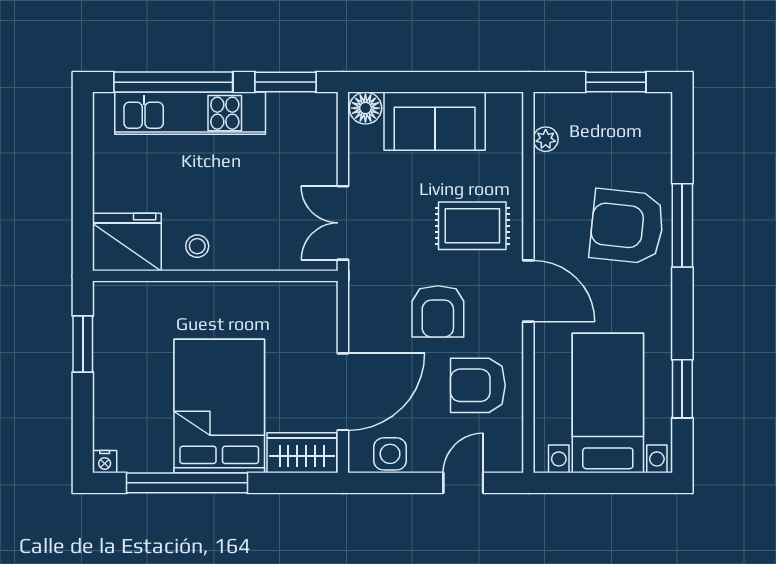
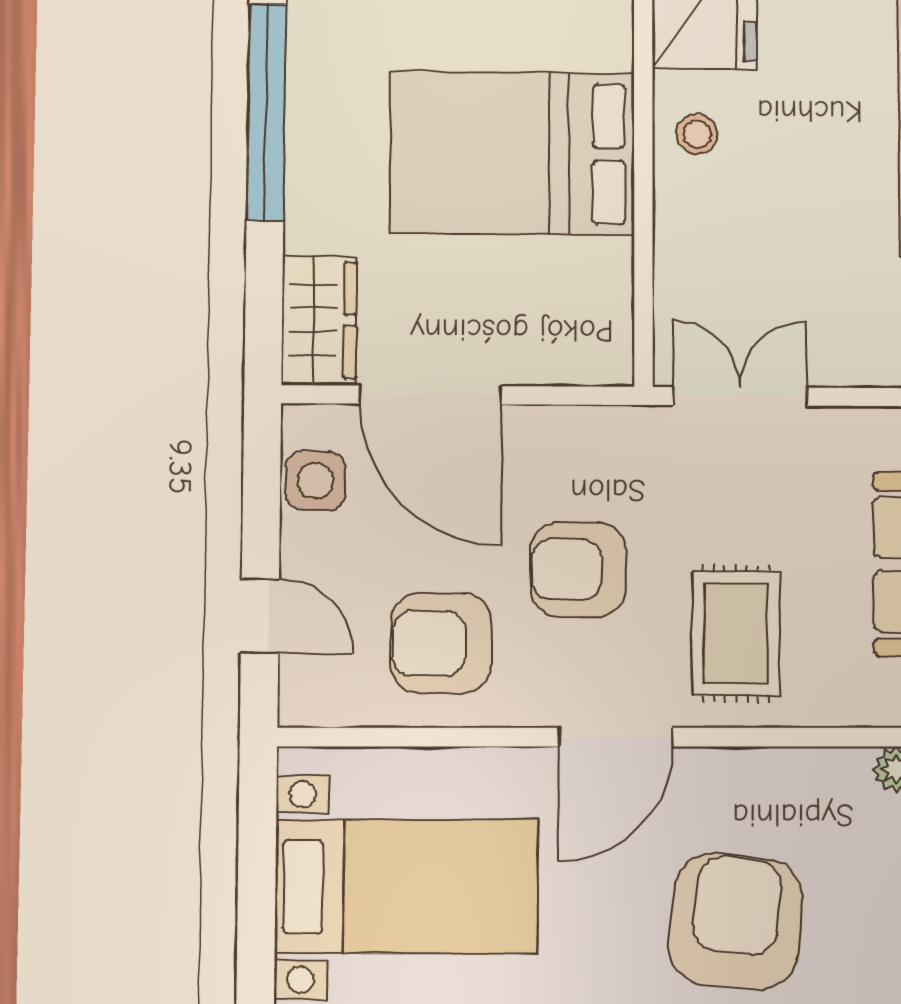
armchair: (478, 385) -> (441, 643), turned -90
bed: (219, 406) -> (513, 153), moved, turned 180

